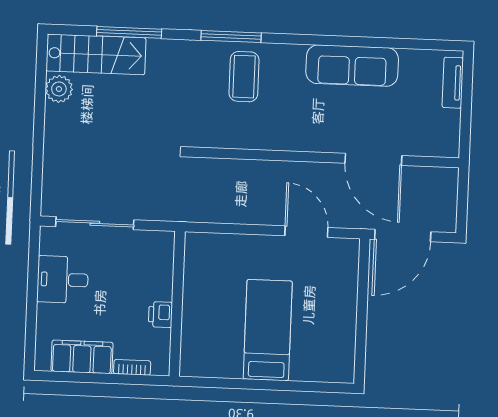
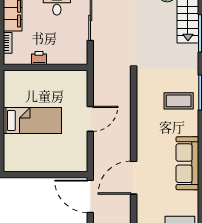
door: (306, 232) -> (90, 119), moved

